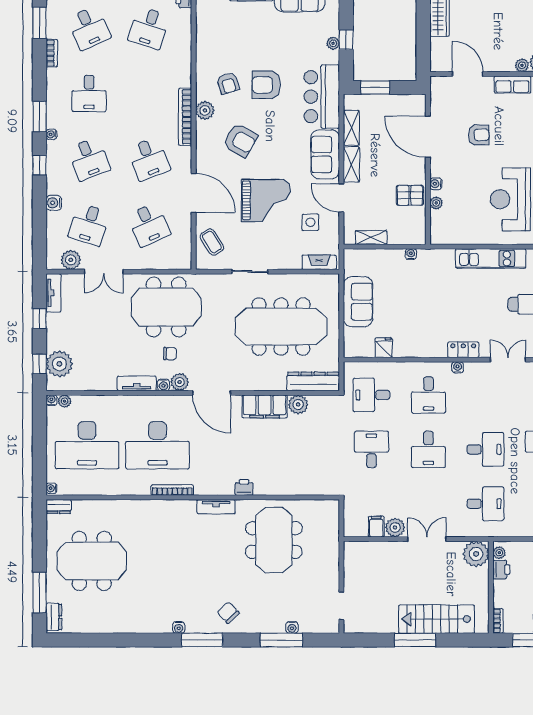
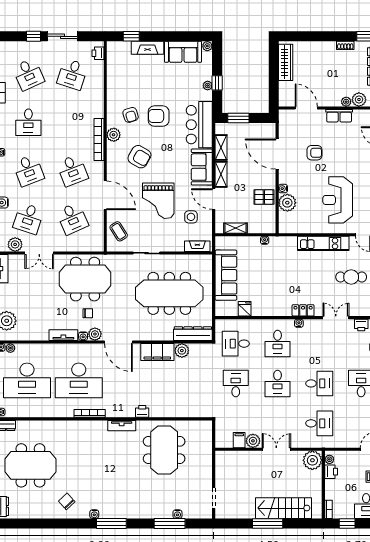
grand piano: (266, 200) -> (158, 201), turned 90
plant: (436, 203) -> (287, 203), width x1.88, depth x1.88
sofa: (358, 302) -> (226, 275), width x1.36
chair: (228, 613) -> (67, 501), moved

